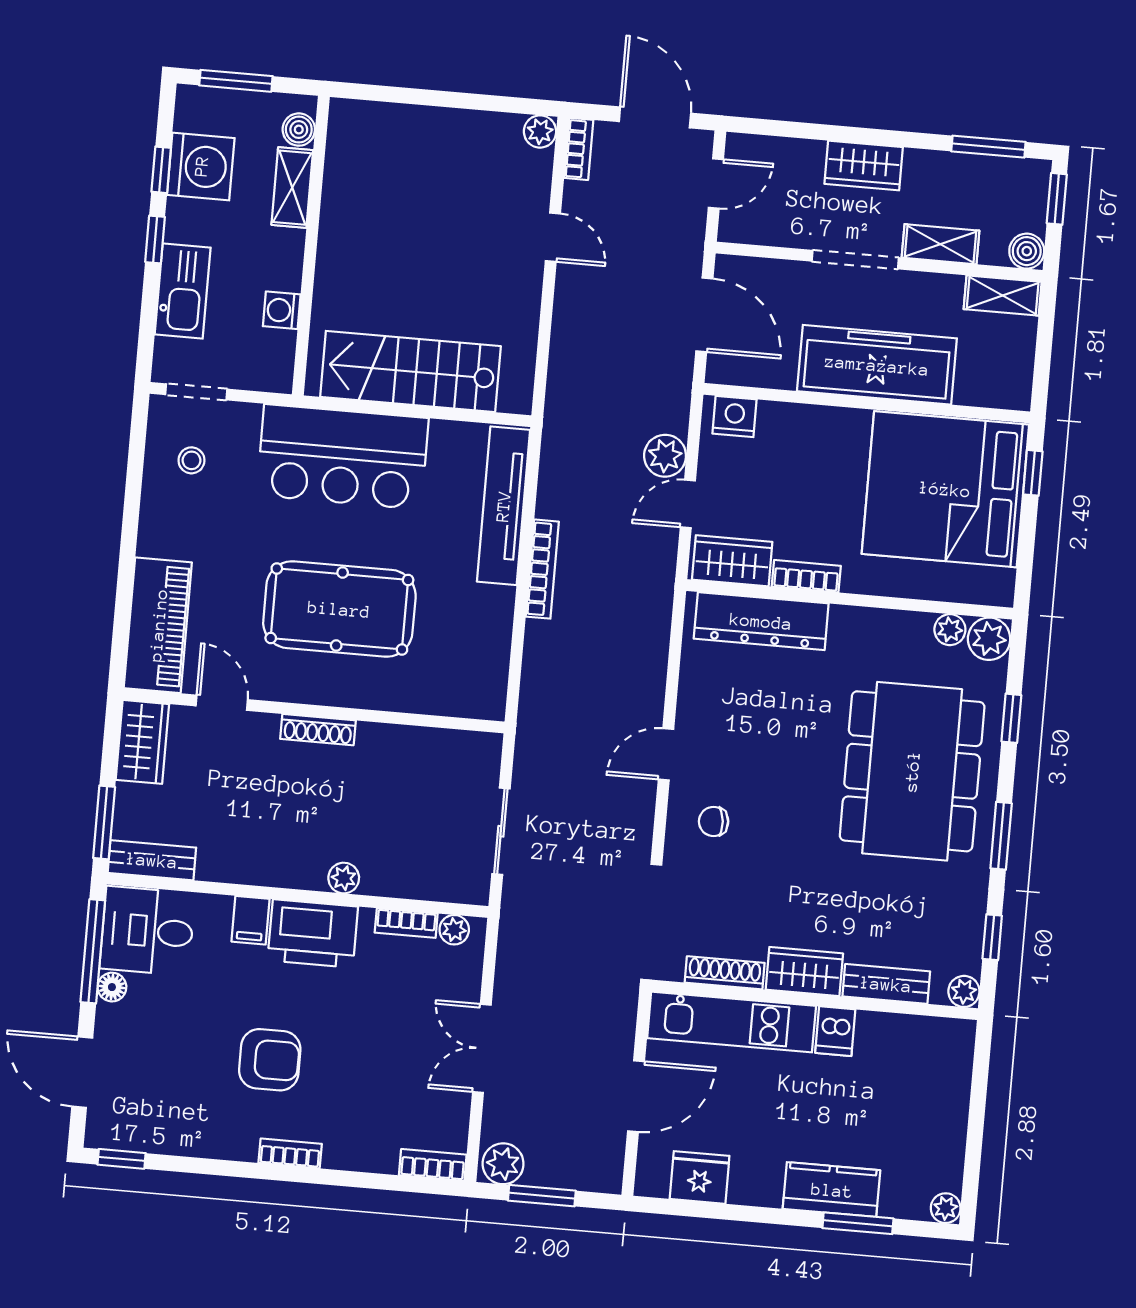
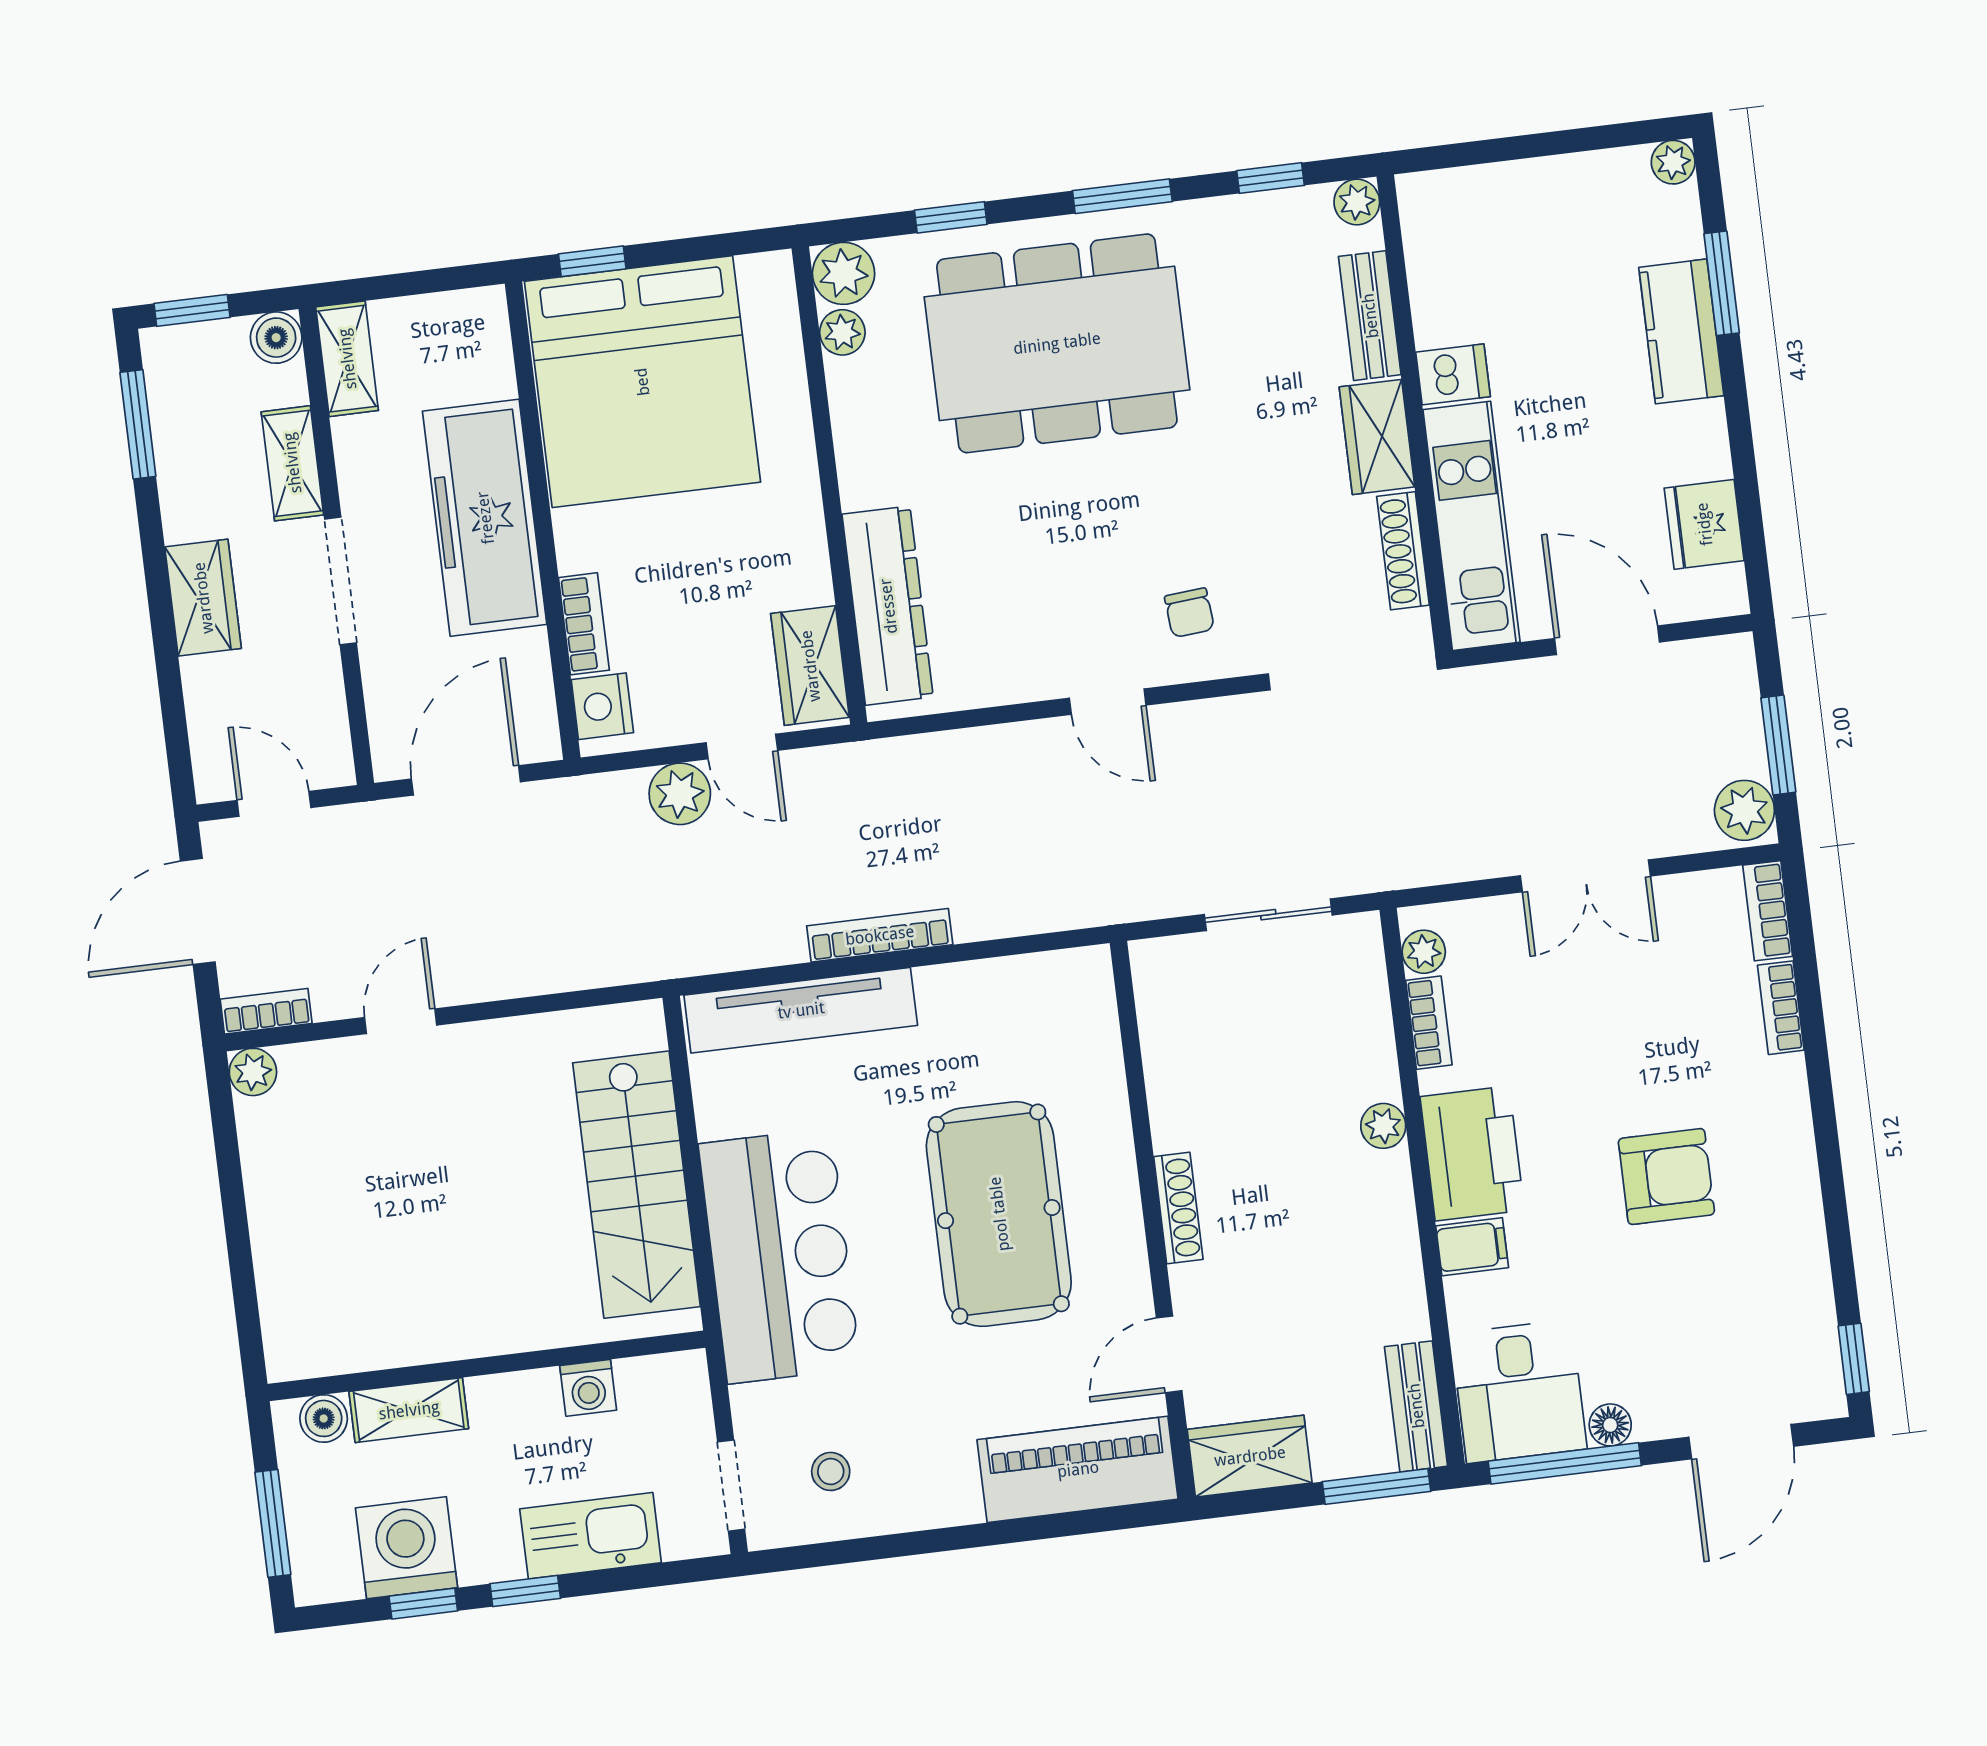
bookcase: (806, 576) -> (584, 624), moved, turned 180
armchair: (270, 1060) -> (1666, 1177), turned 90
bookcase: (290, 1153) -> (1781, 1008), moved

